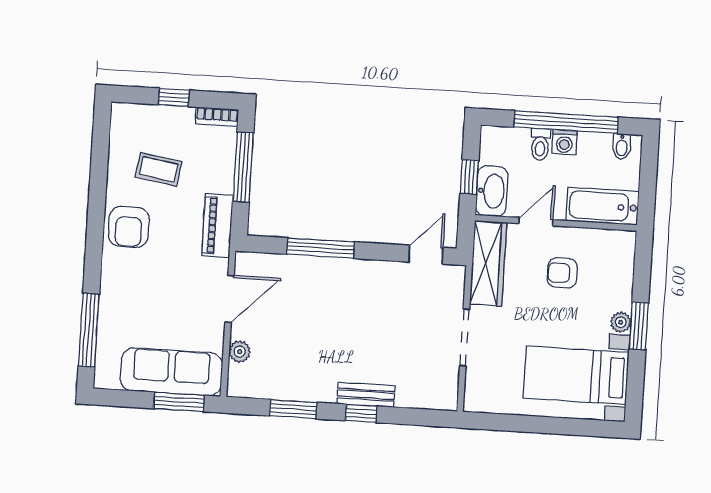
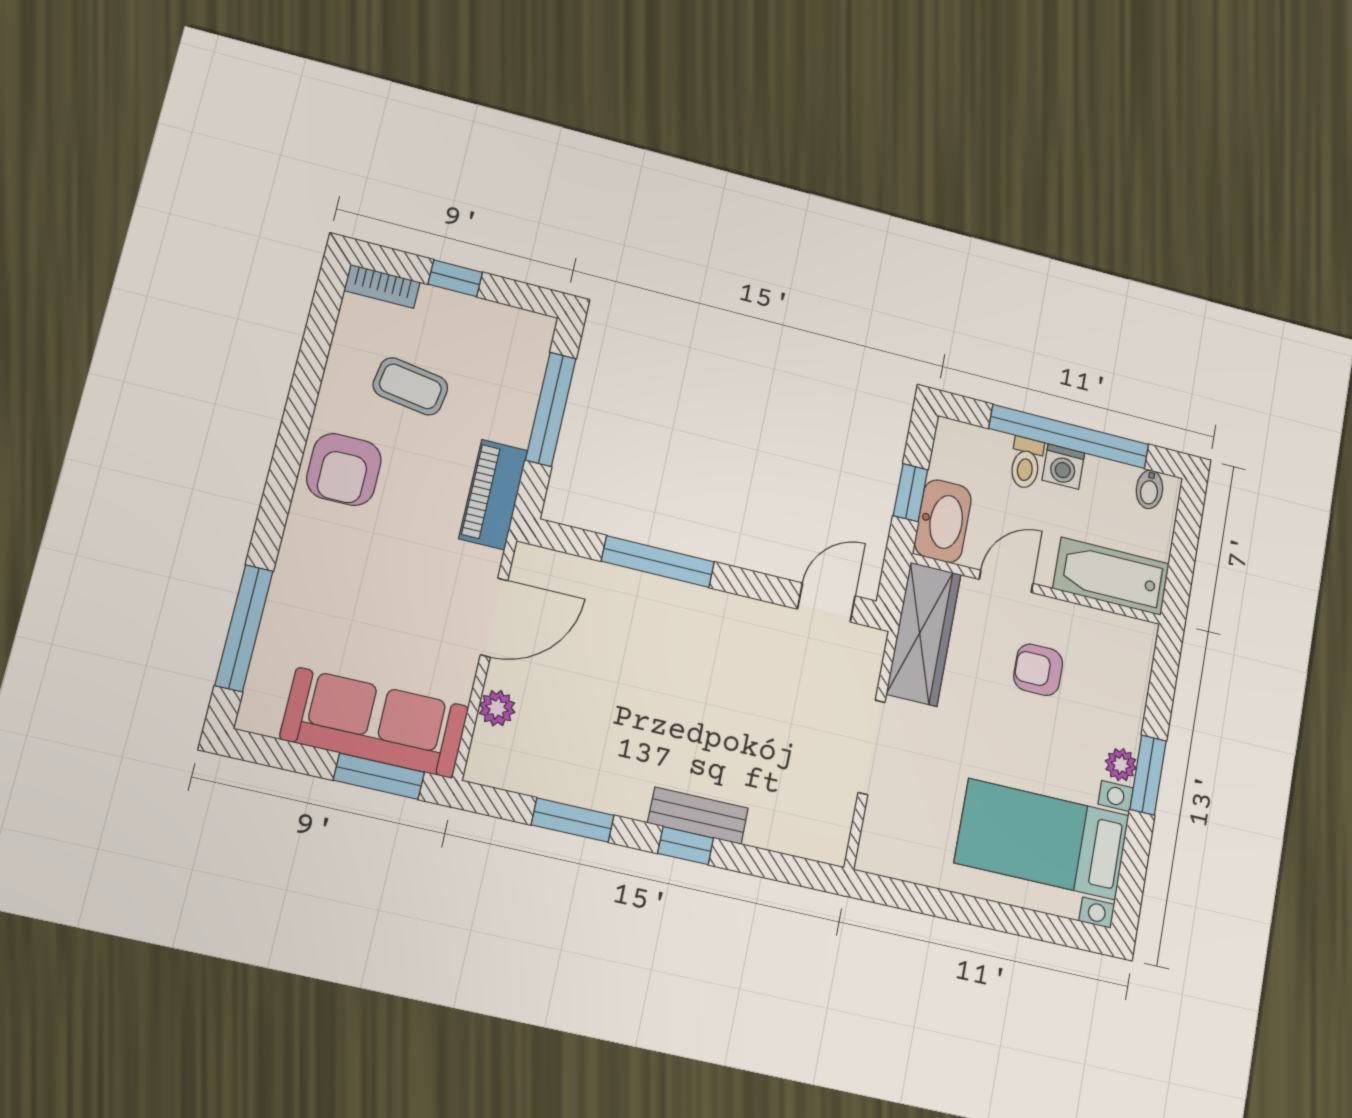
bookcase: (217, 117) -> (382, 286), moved

